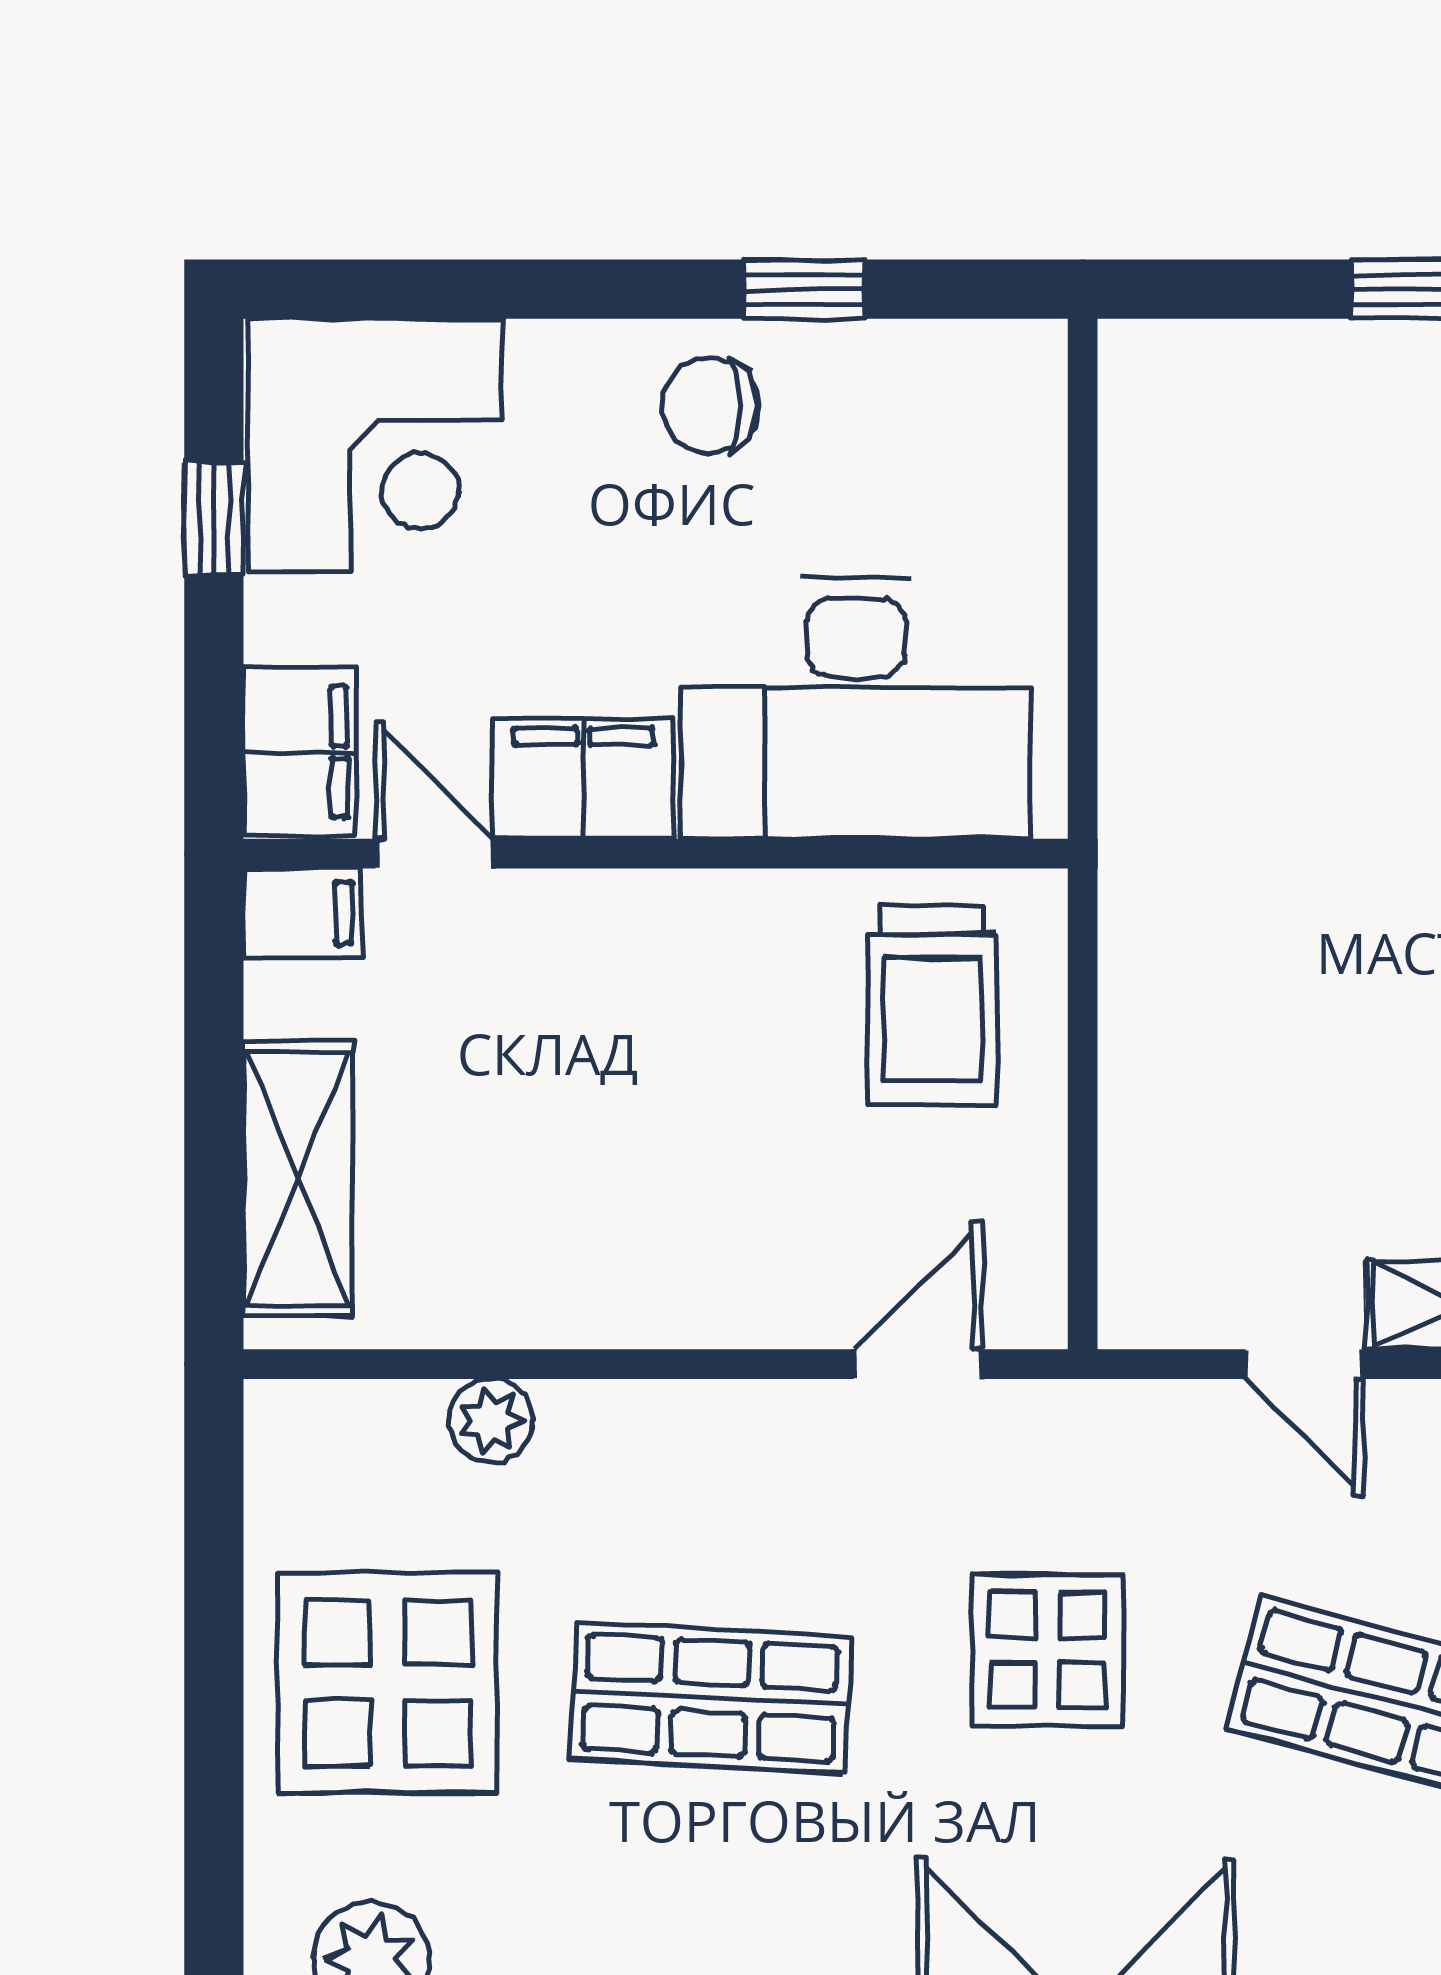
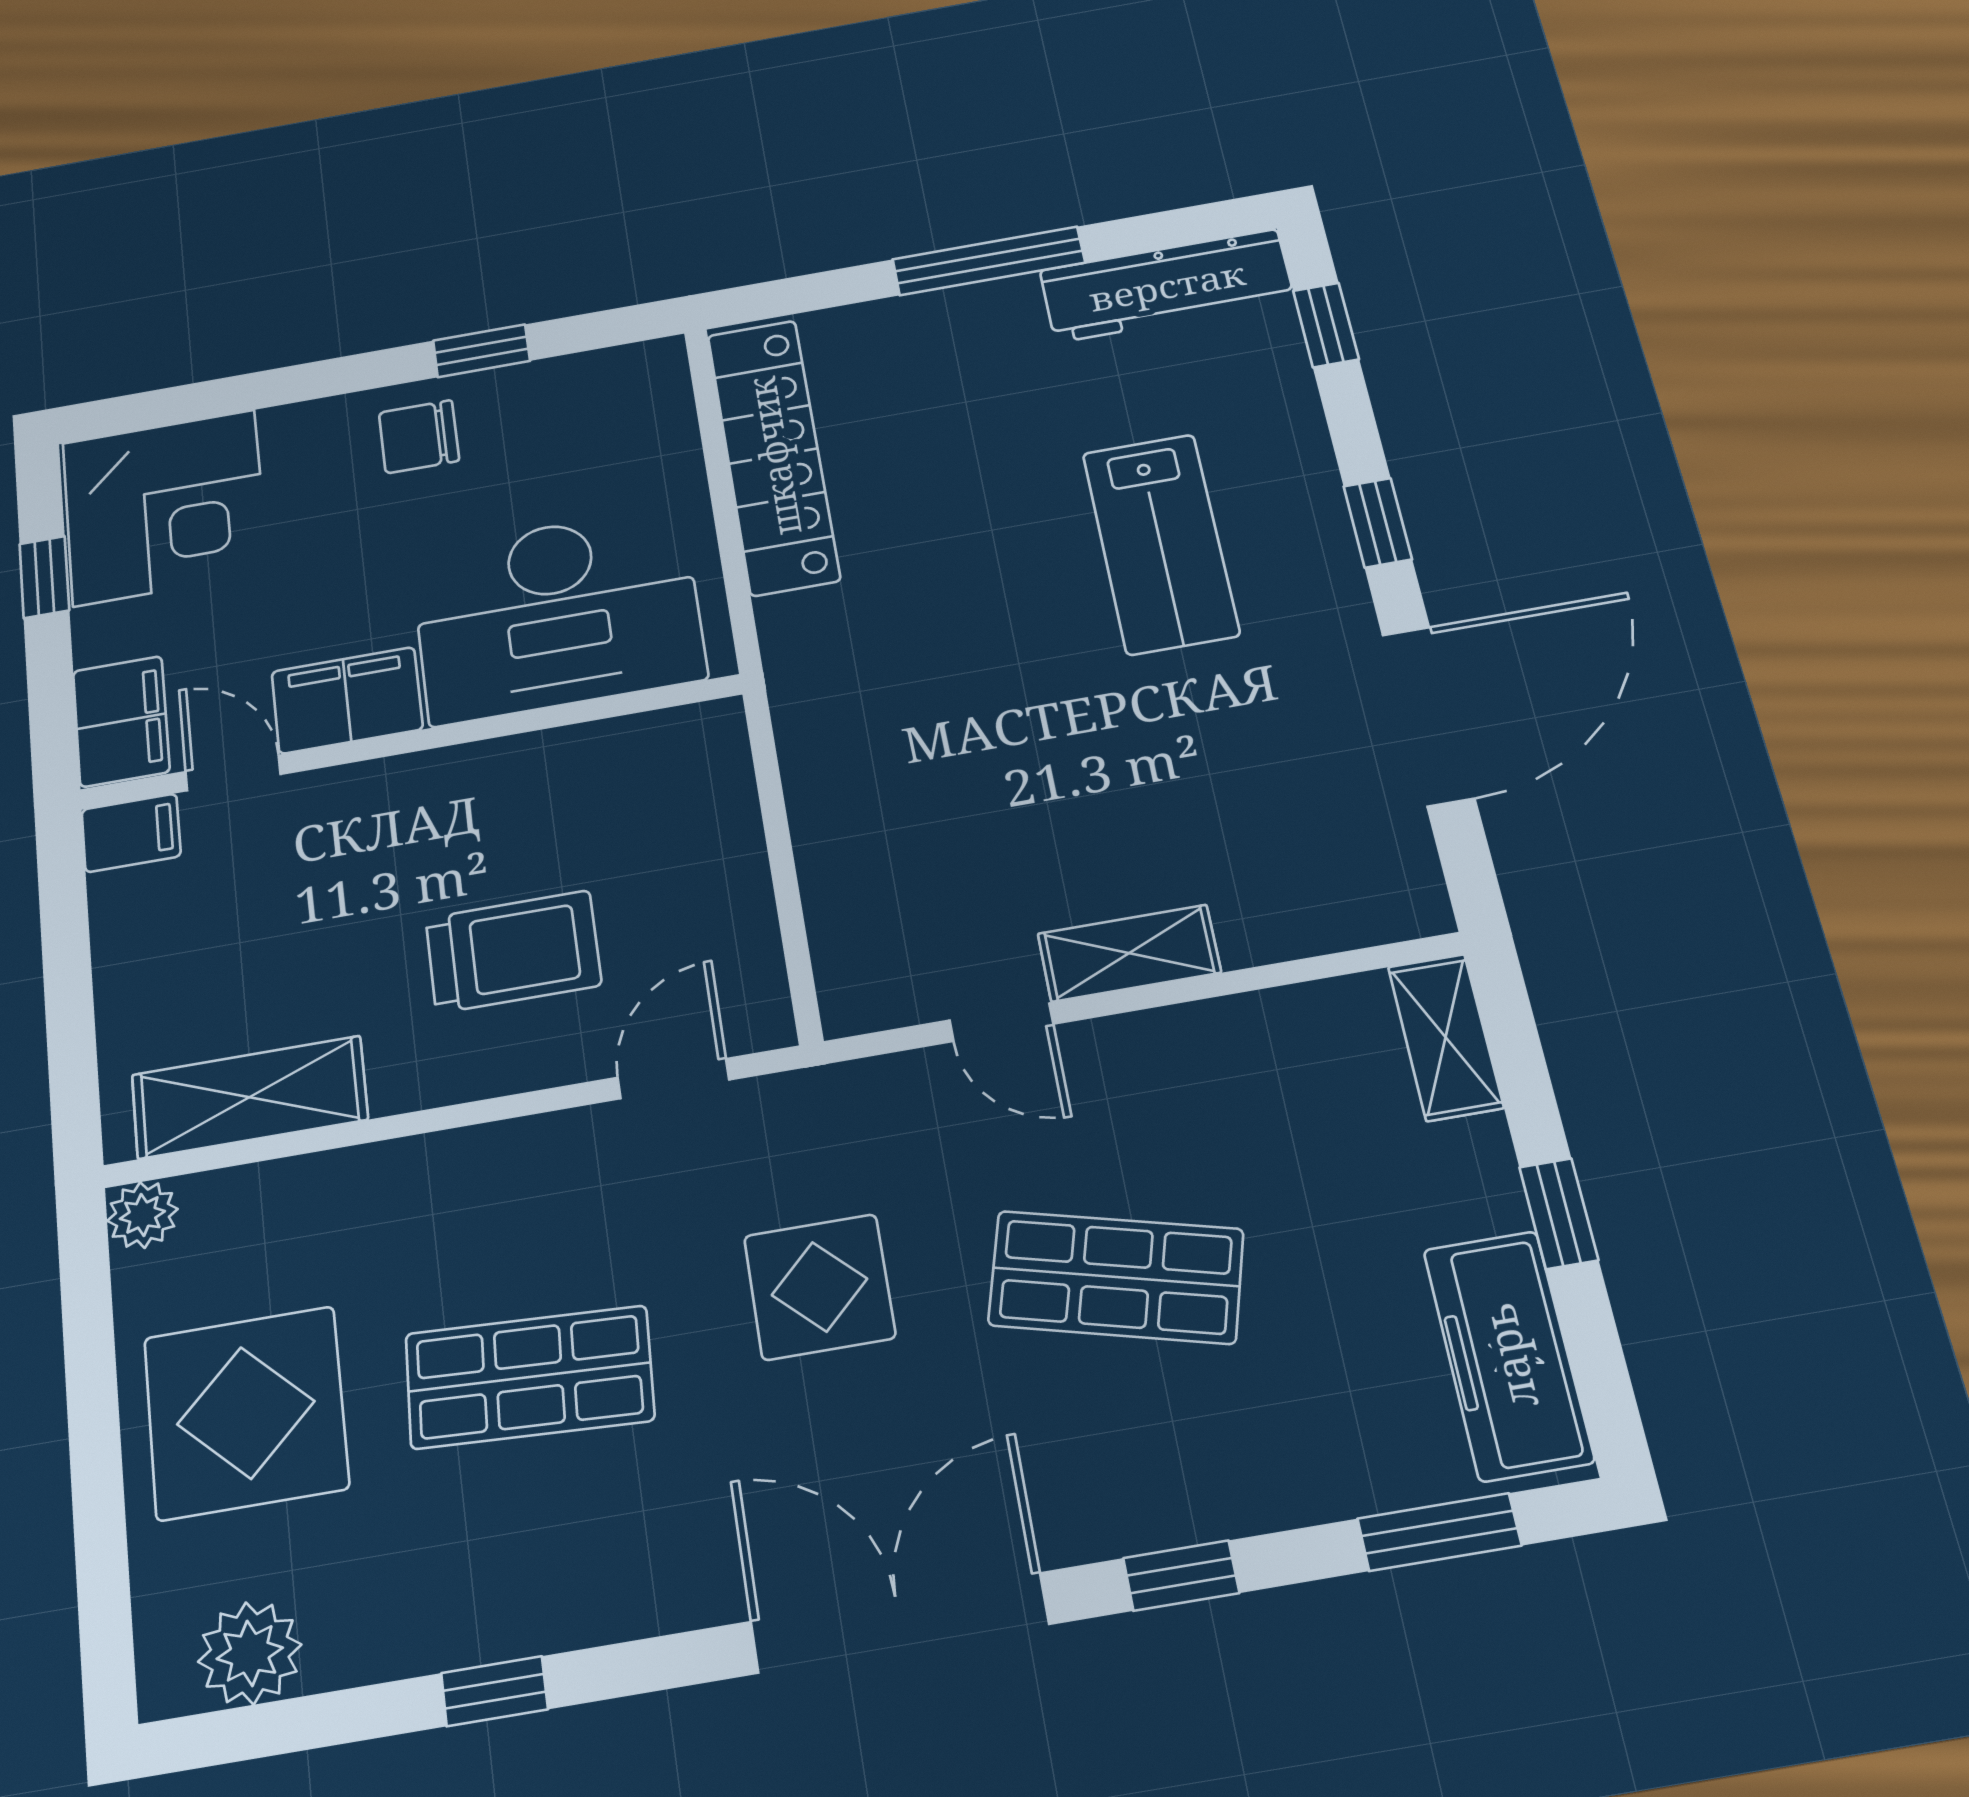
locker: (1154, 530) -> (773, 456), added
trolley: (932, 1006) -> (513, 952), moved, turned -90
shelving: (298, 1179) -> (249, 1097), moved, turned 90
plant: (490, 1421) -> (142, 1215), moved

